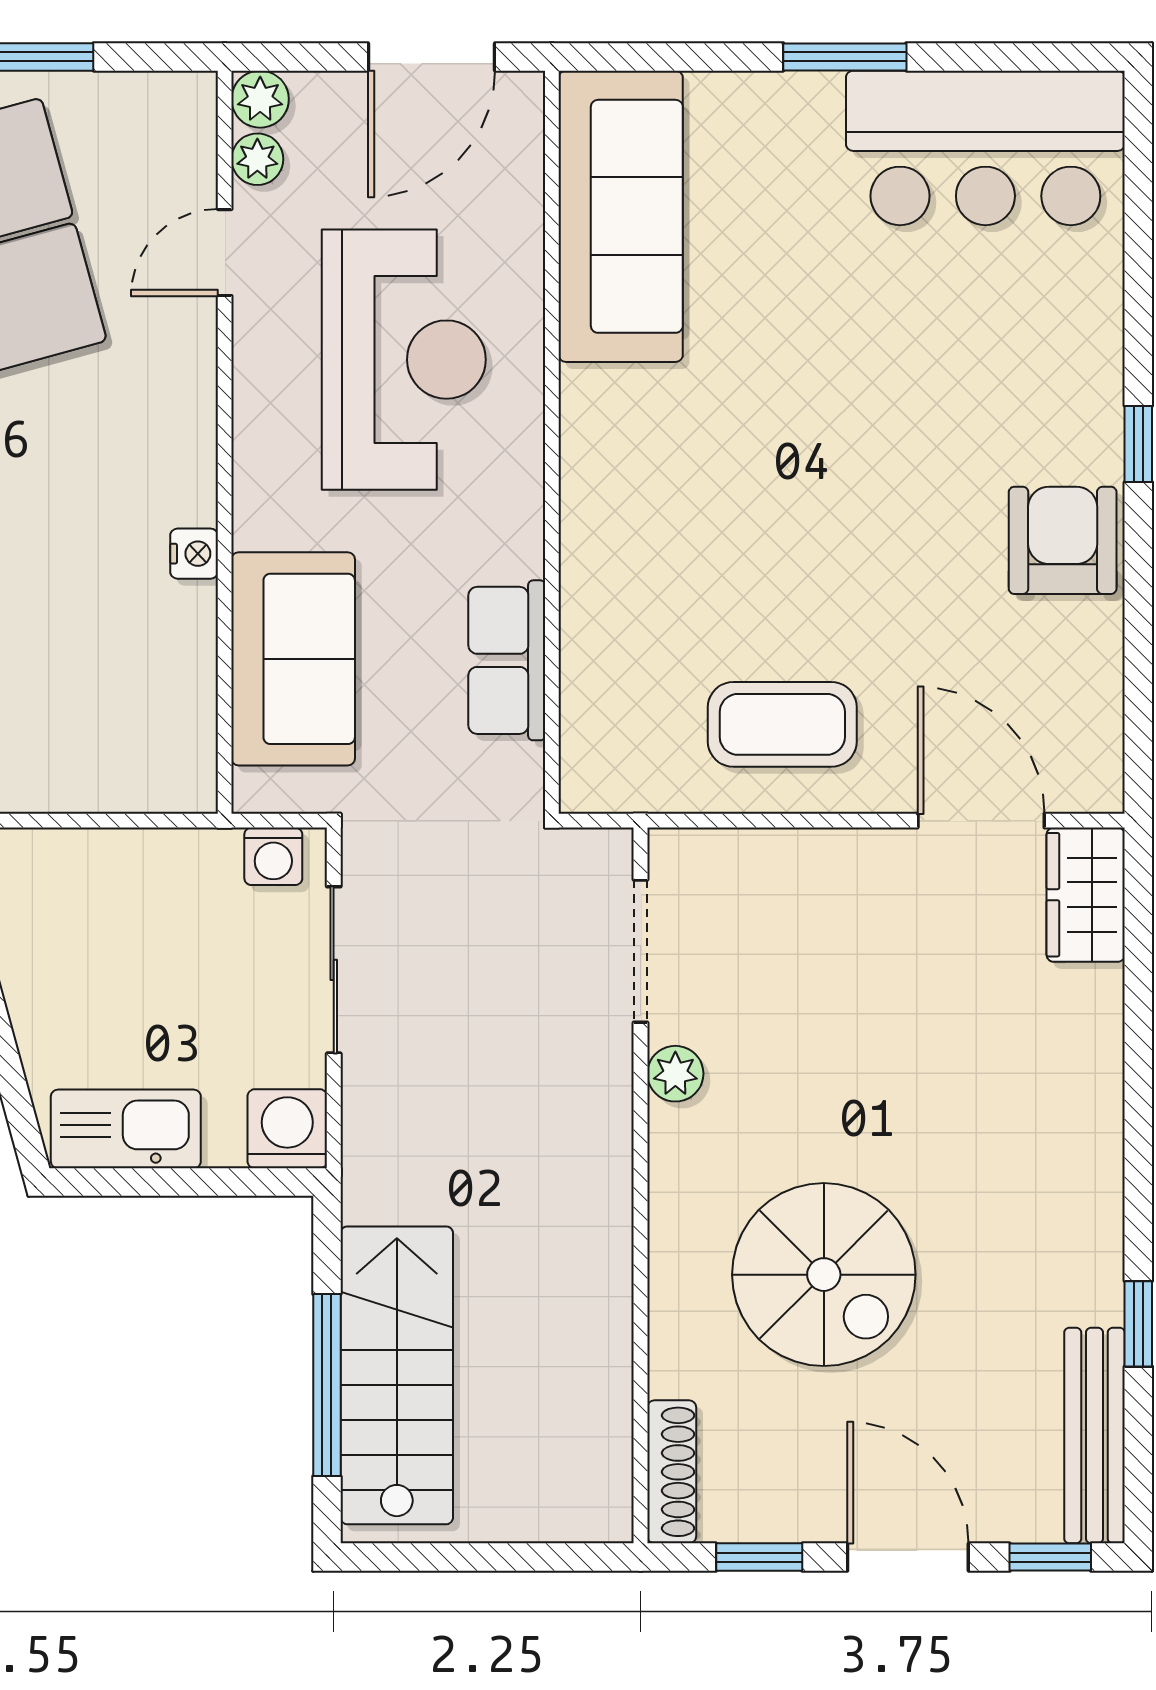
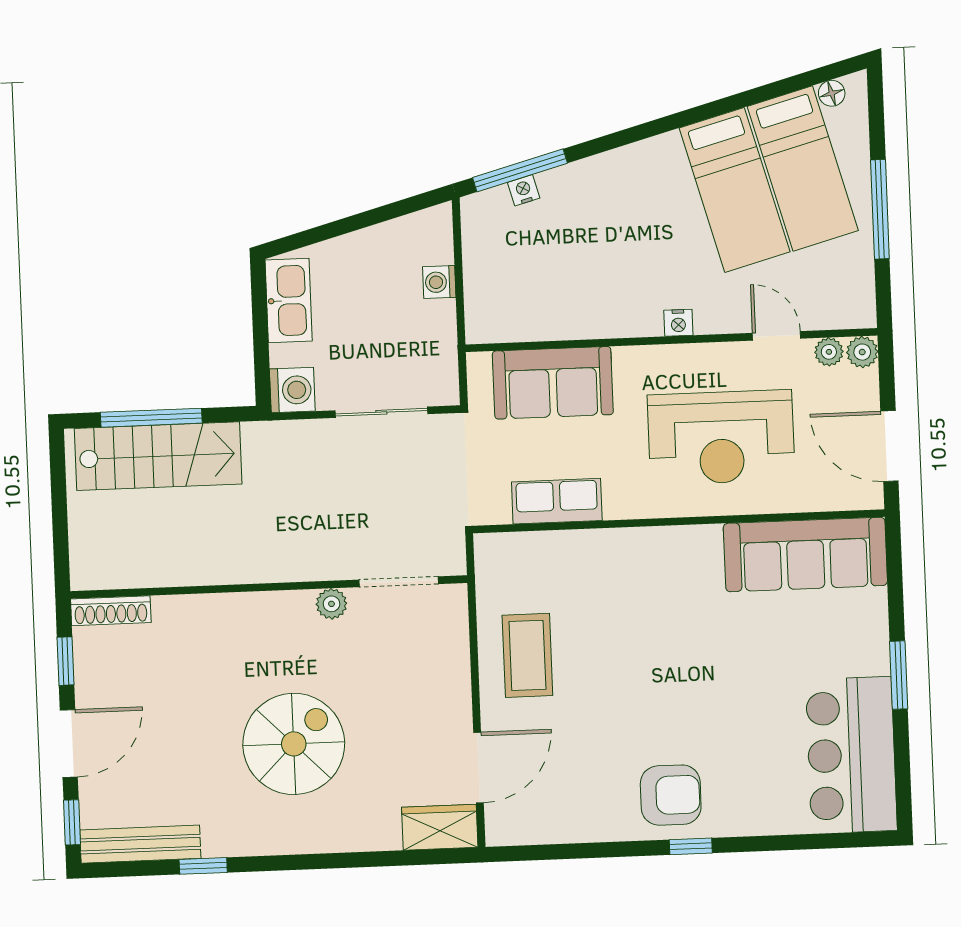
armchair: (1063, 540) -> (671, 795), moved
nightstand: (194, 554) -> (678, 323), moved
washing machine: (273, 856) -> (439, 282), moved
spiral stairs: (824, 1275) -> (294, 744), moved, turned 180

